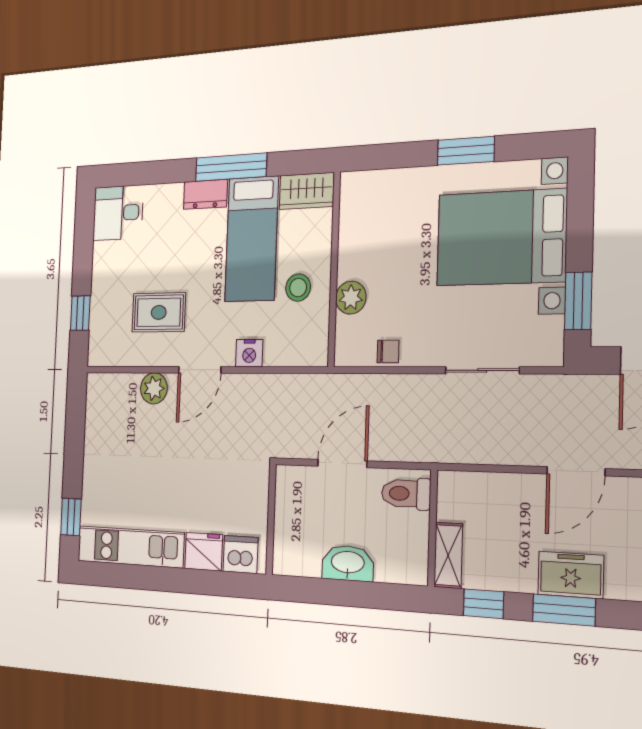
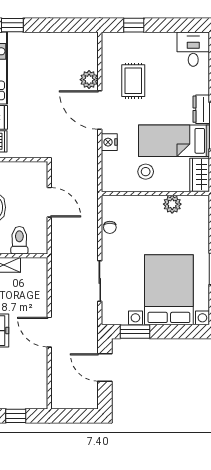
plant: (351, 298) -> (172, 204), moved
door: (200, 370) -> (100, 110), width x1.36
toilet: (406, 494) -> (19, 240), moved

